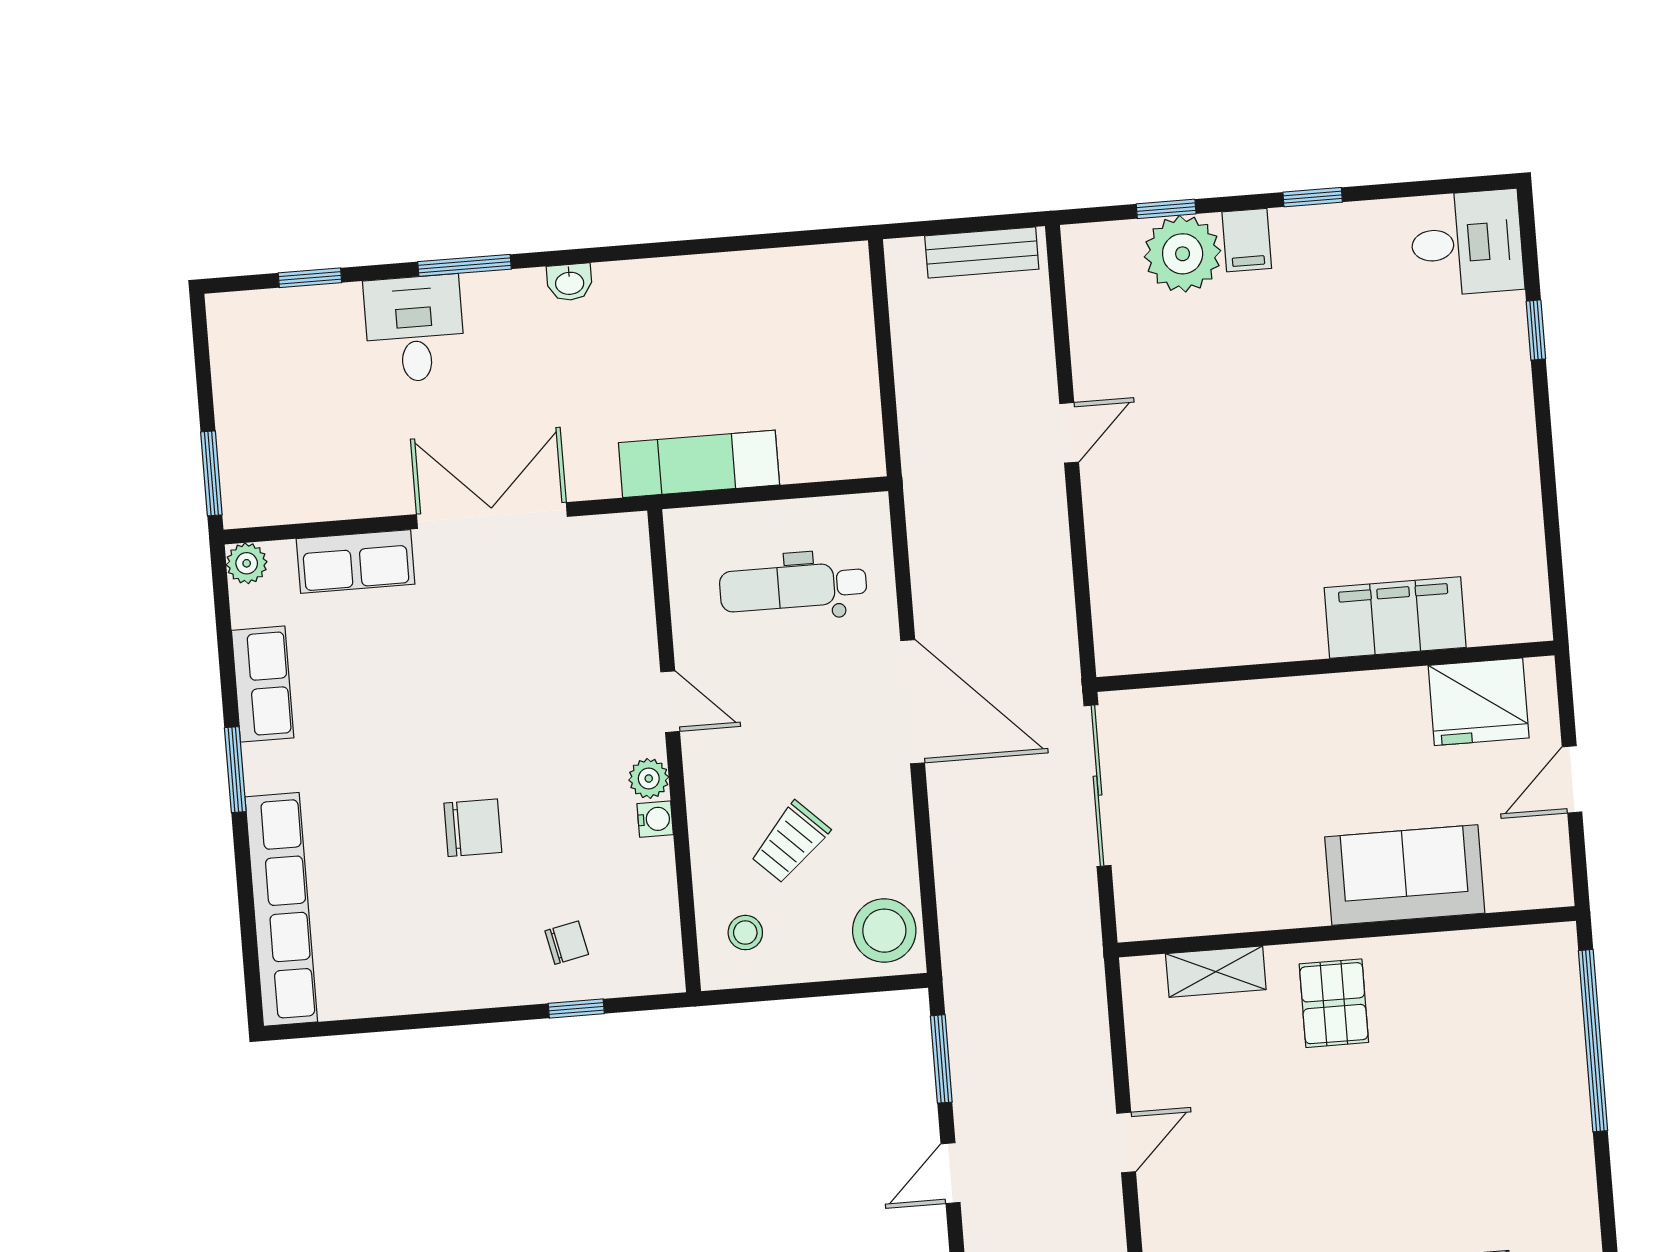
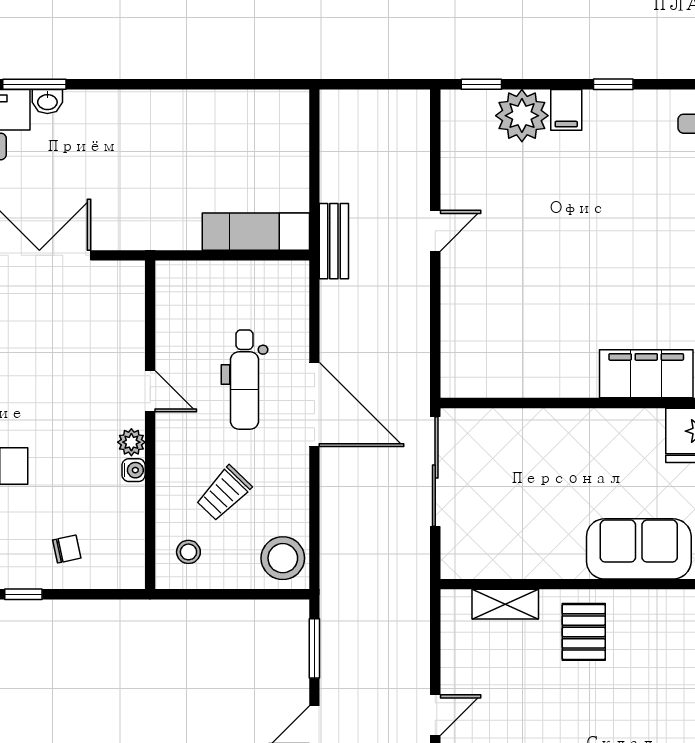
window: (1166, 209) -> (481, 84), moved
bench: (982, 252) -> (334, 241), moved, turned 90
washbasin: (570, 282) -> (47, 101), moved
exam couch: (699, 464) -> (256, 232), moved
dental chair: (793, 587) -> (244, 380), moved, turned -90
window: (576, 1009) -> (23, 594), moved

